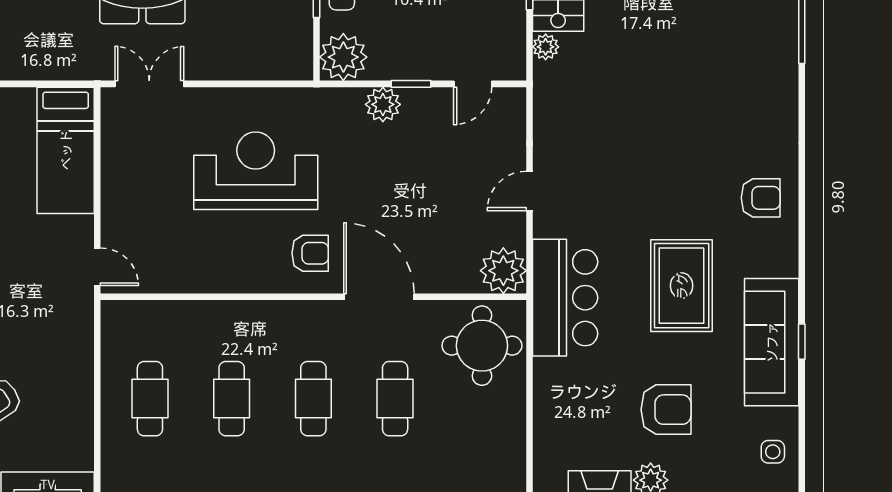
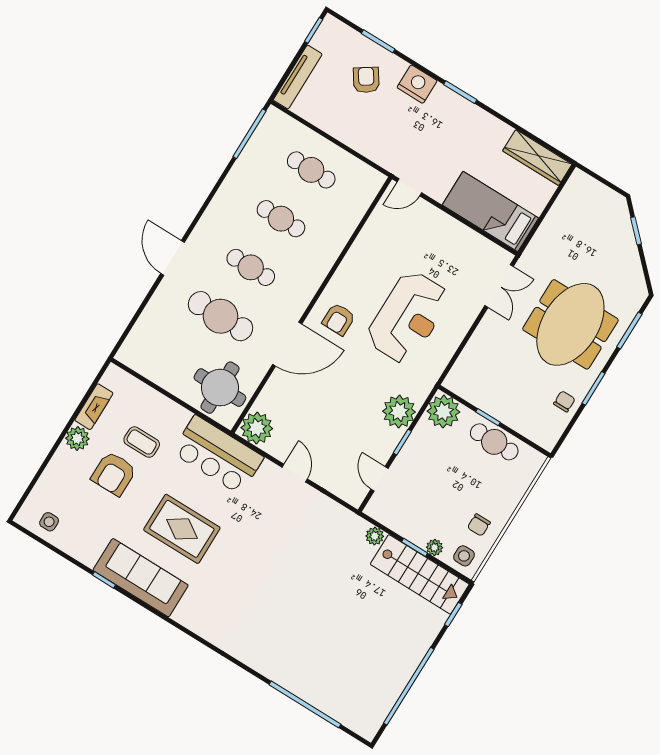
plant: (383, 104) -> (399, 412), width x1.36, depth x1.36
armchair: (761, 198) -> (205, 608), removed
sofa: (772, 342) -> (141, 578), moved
cafe table: (395, 399) -> (221, 316), width x1.37, depth x1.35
coffee table: (607, 400) -> (142, 442), added

